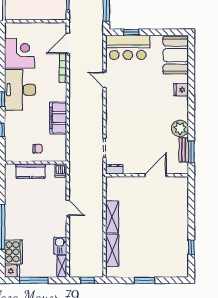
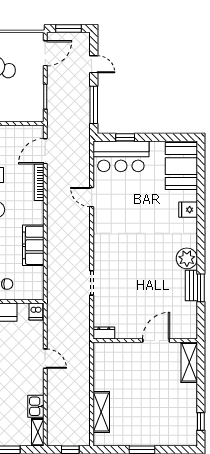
dresser: (114, 169) -> (104, 333), moved
wall: (147, 175) -> (145, 341), moved
door: (156, 175) -> (156, 341), moved
shelving: (112, 217) -> (189, 362), moved
window: (191, 247) -> (201, 421), moved

